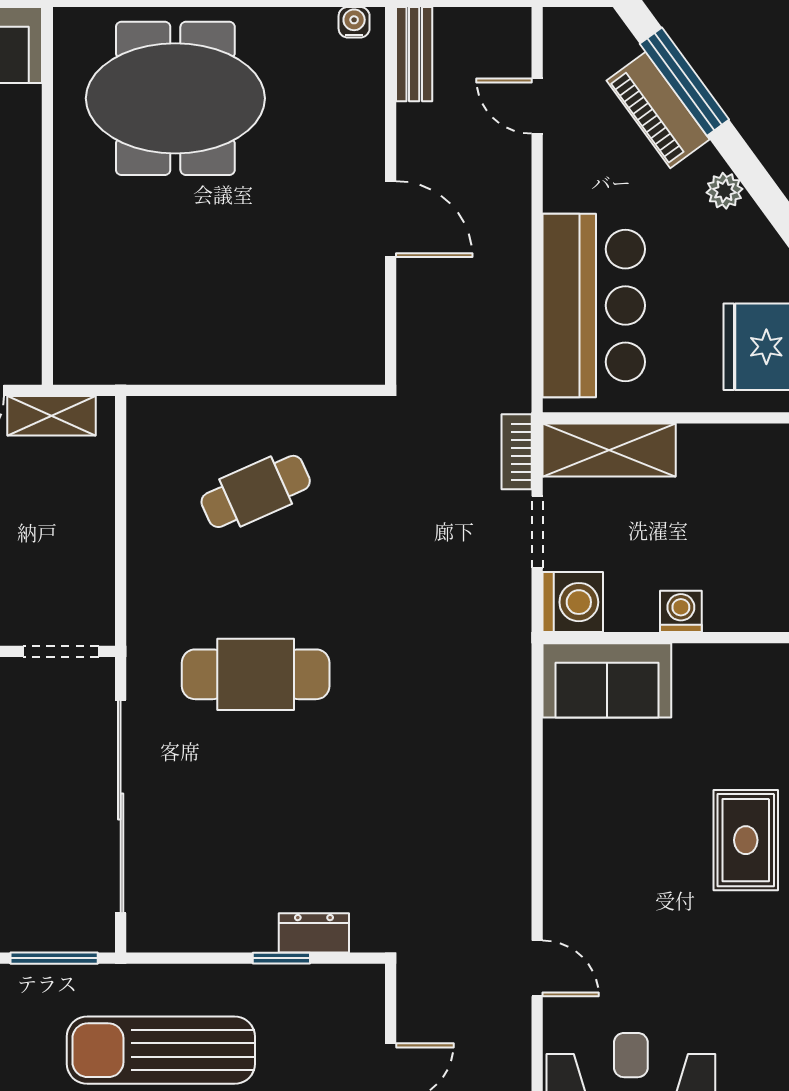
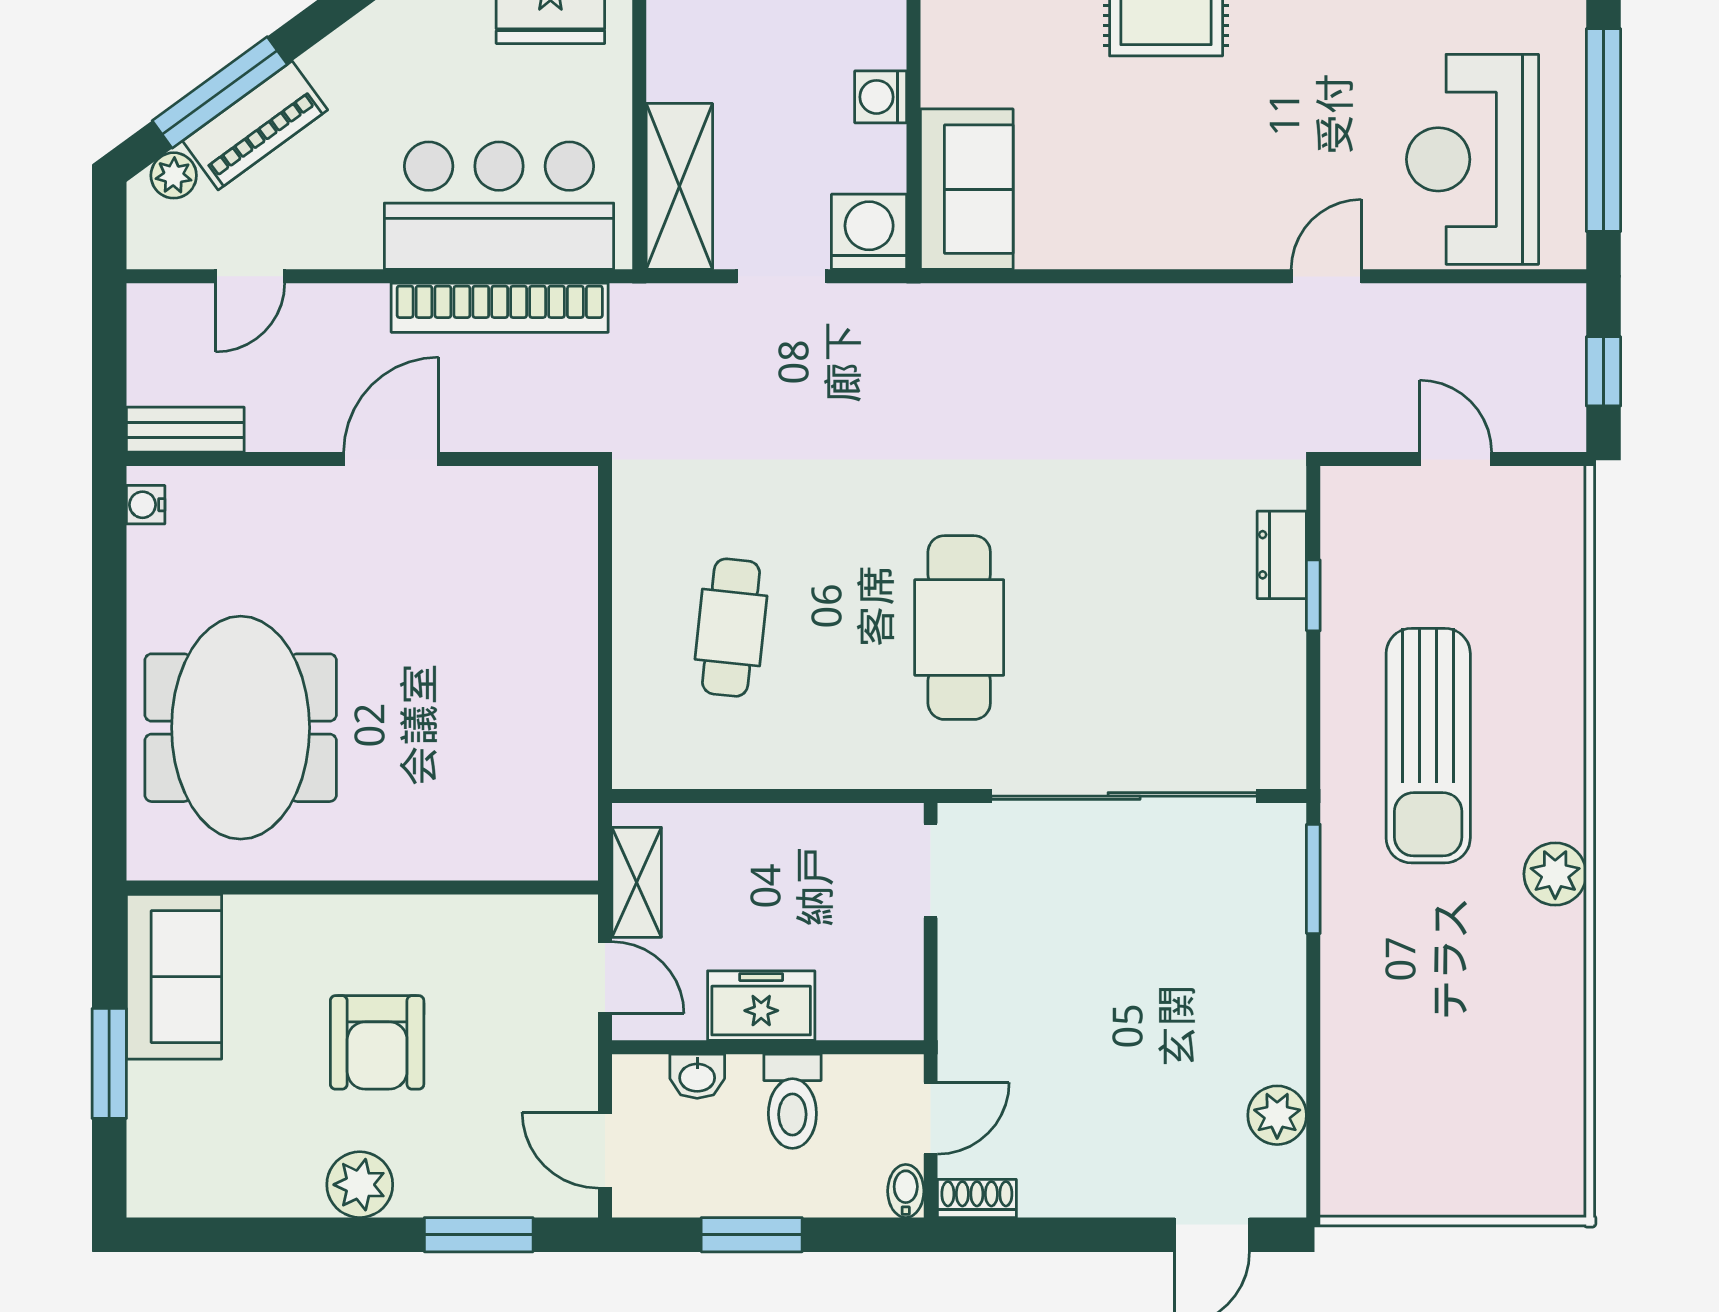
plant: (724, 191) -> (174, 175), moved
bookcase: (517, 452) -> (500, 308), moved, width x2.31, depth x1.31
cafe table: (256, 491) -> (731, 628), turned 30

